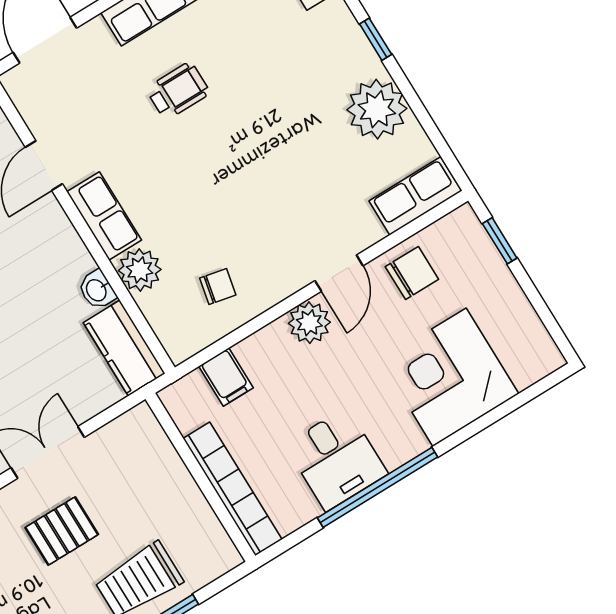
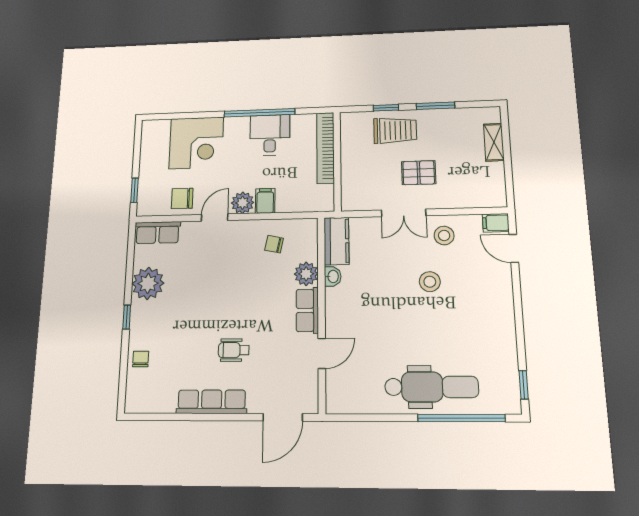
filing cabinet: (226, 377) -> (265, 201), moved

